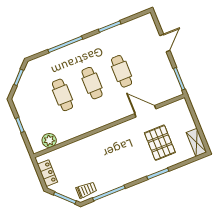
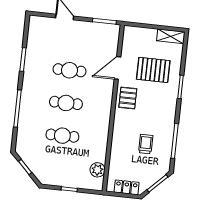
pallet: (124, 134) -> (128, 98), added
trolley: (86, 190) -> (146, 144), moved

